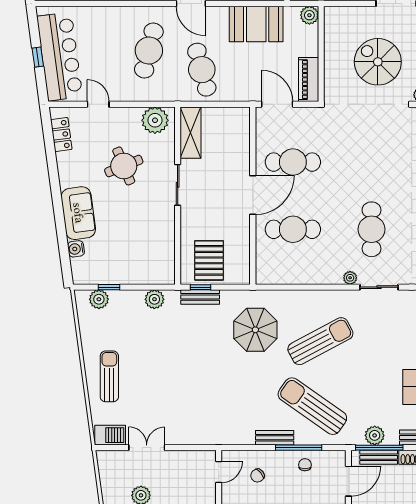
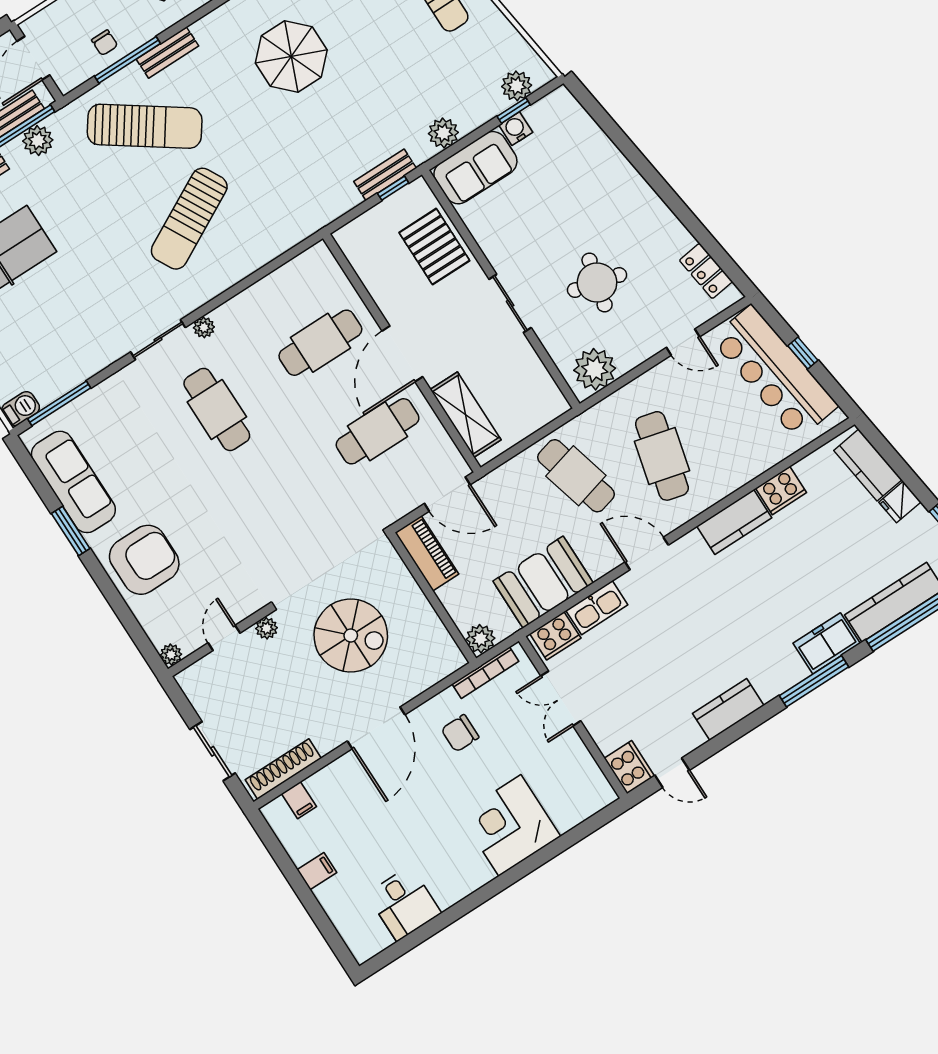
shelving: (190, 133) -> (466, 415), moved
round table: (124, 166) -> (597, 283), turned 36
sofa: (78, 213) -> (475, 168), moved, turned -82
water cooler: (76, 249) -> (516, 129), moved, turned -82
pallet: (209, 260) -> (434, 247), moved
parasol: (255, 330) -> (291, 57), moved

